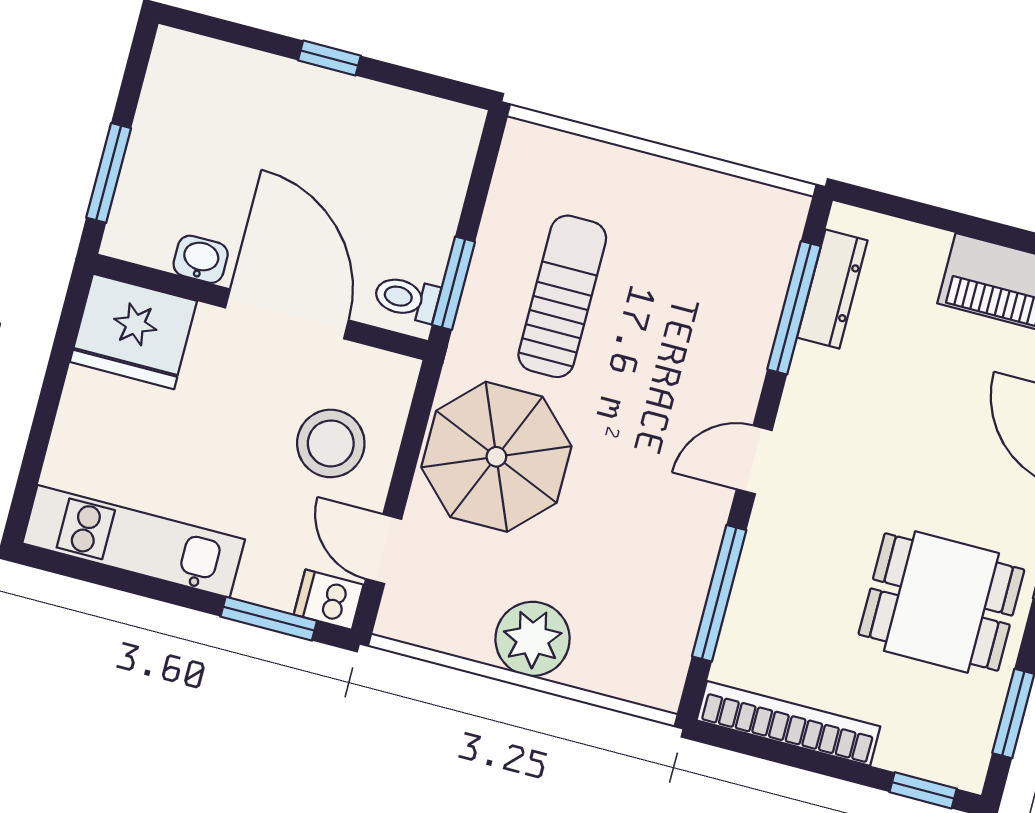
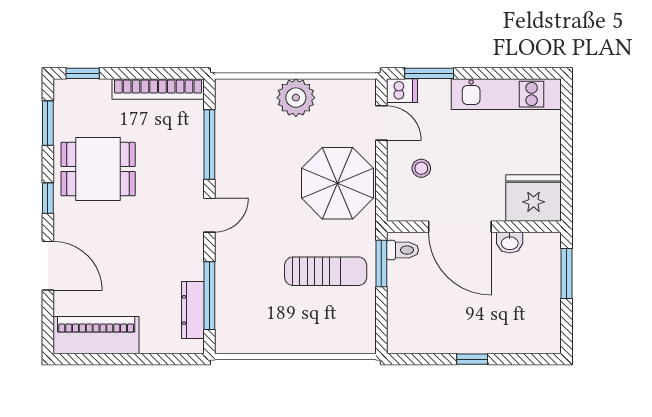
sun lounger: (562, 296) -> (326, 271), turned -90
stool: (331, 443) -> (421, 168), width x0.53, depth x0.53

